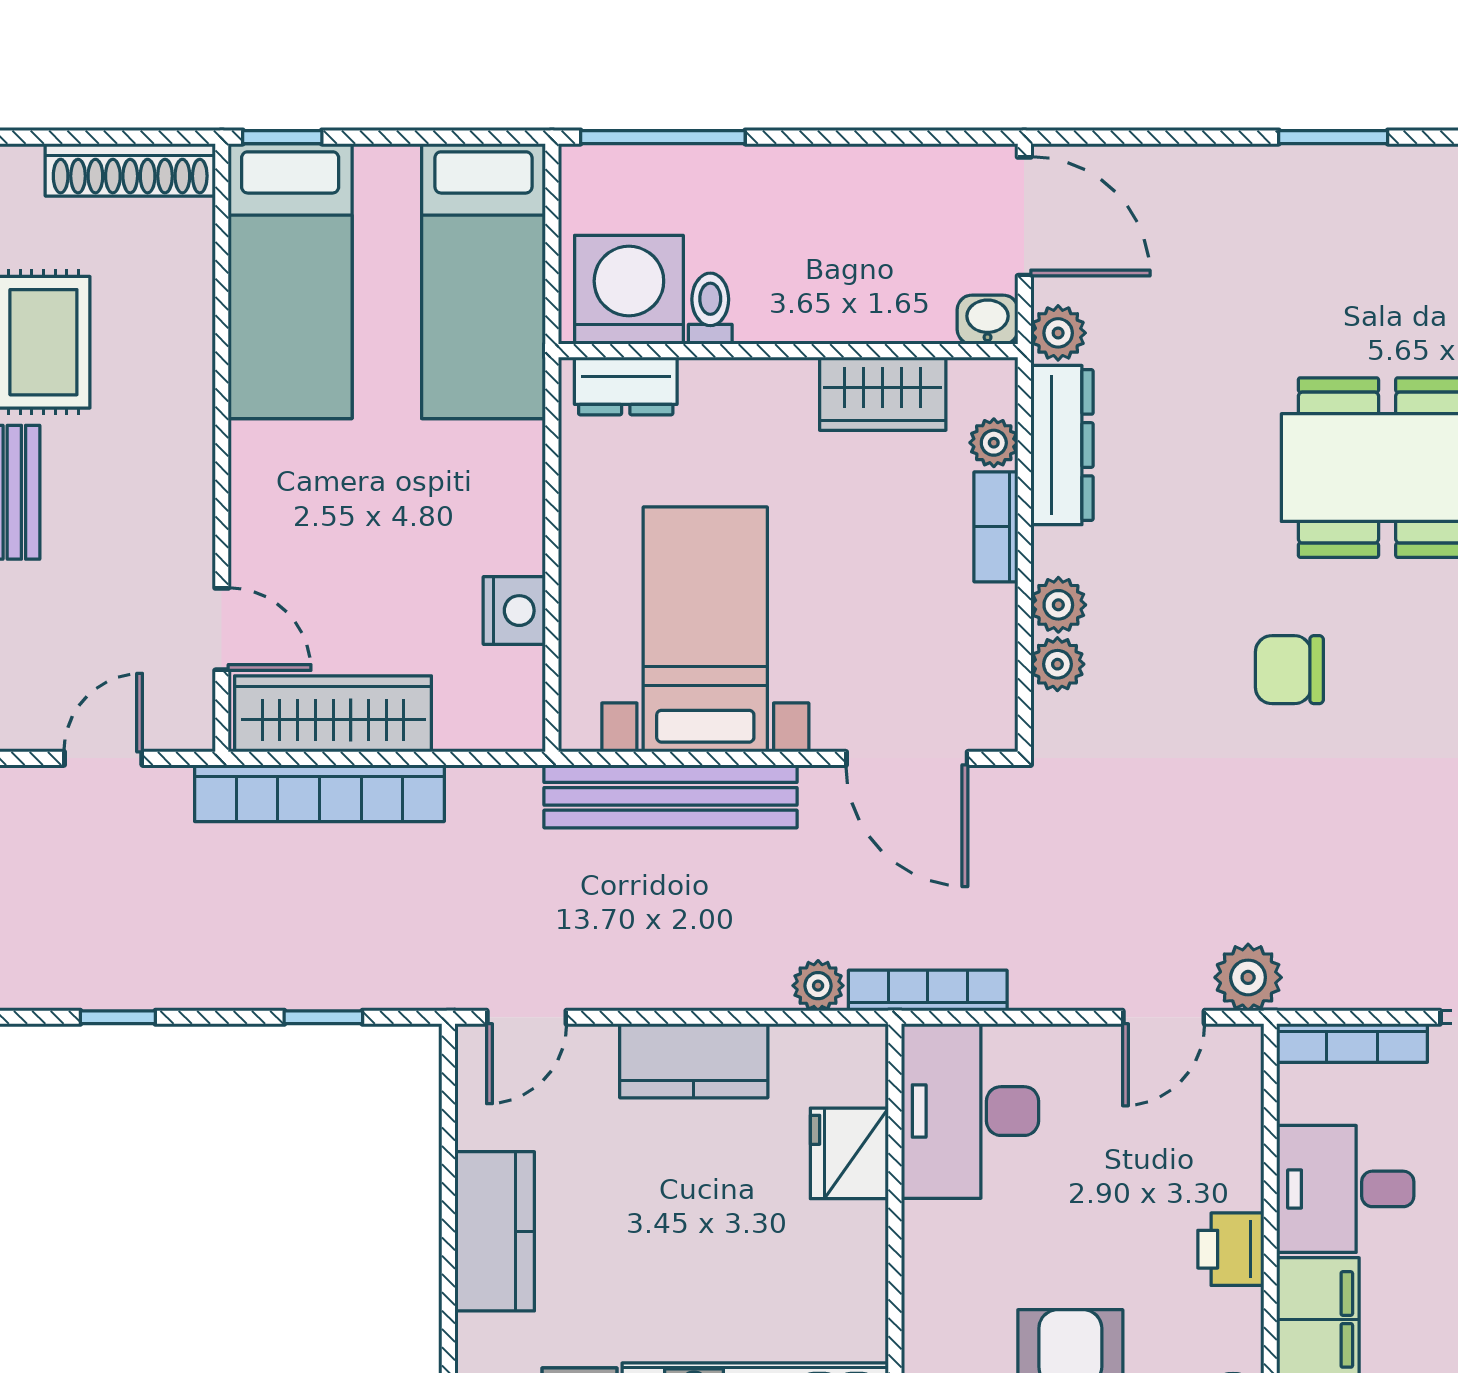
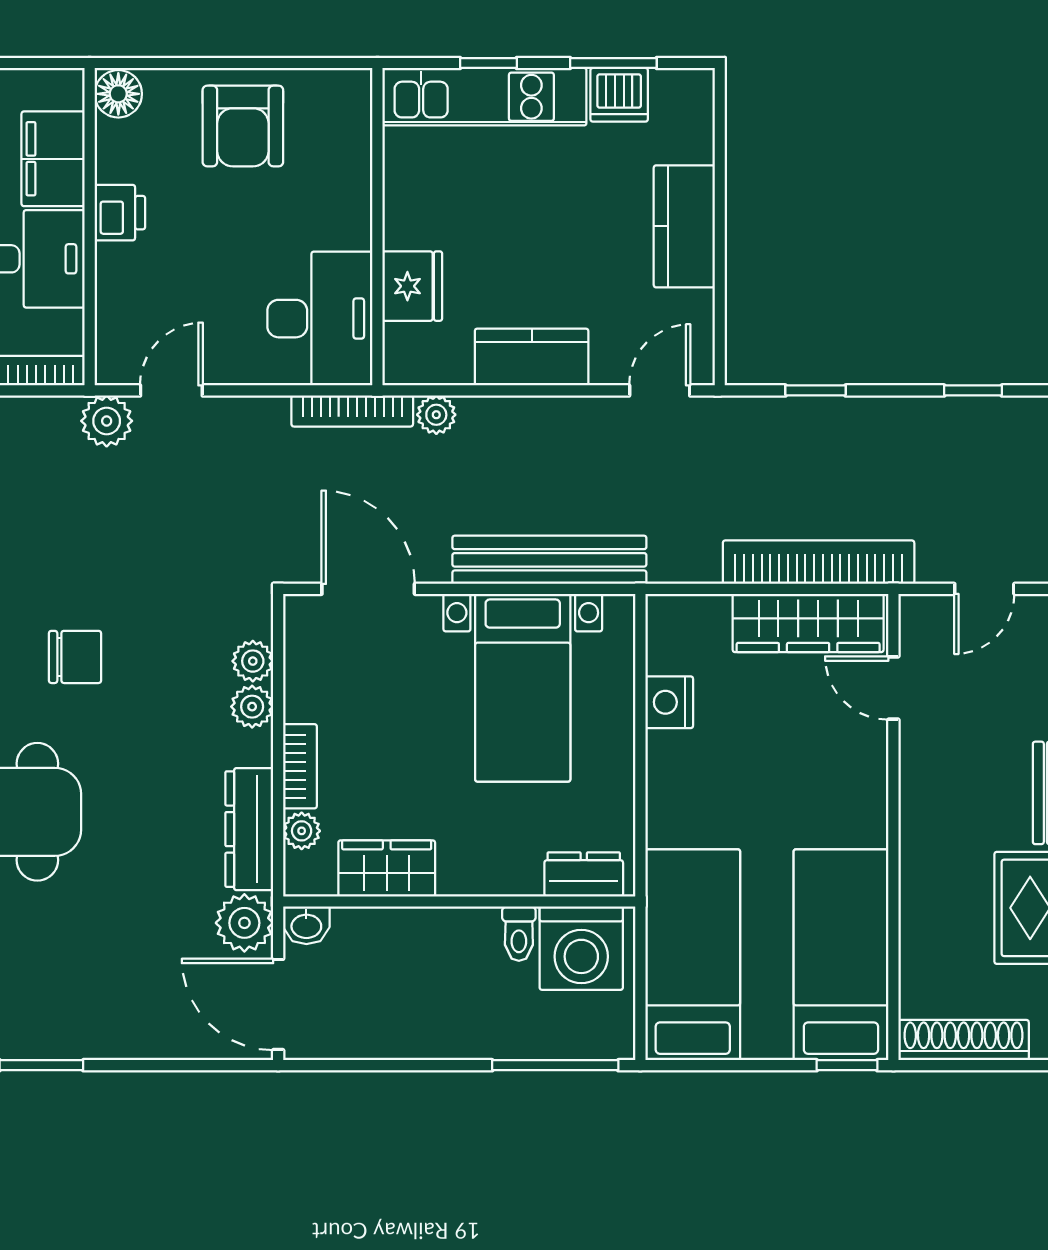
plant: (1058, 333) -> (244, 923), width x1.38, depth x1.38

